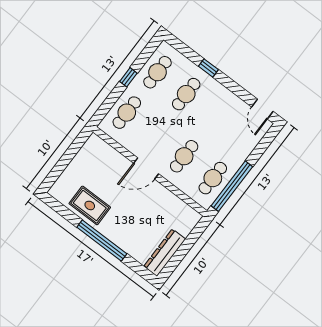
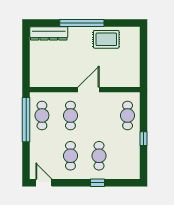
cafe table: (158, 72) -> (70, 156), moved
dresser: (165, 253) -> (49, 33), moved, turned 90

